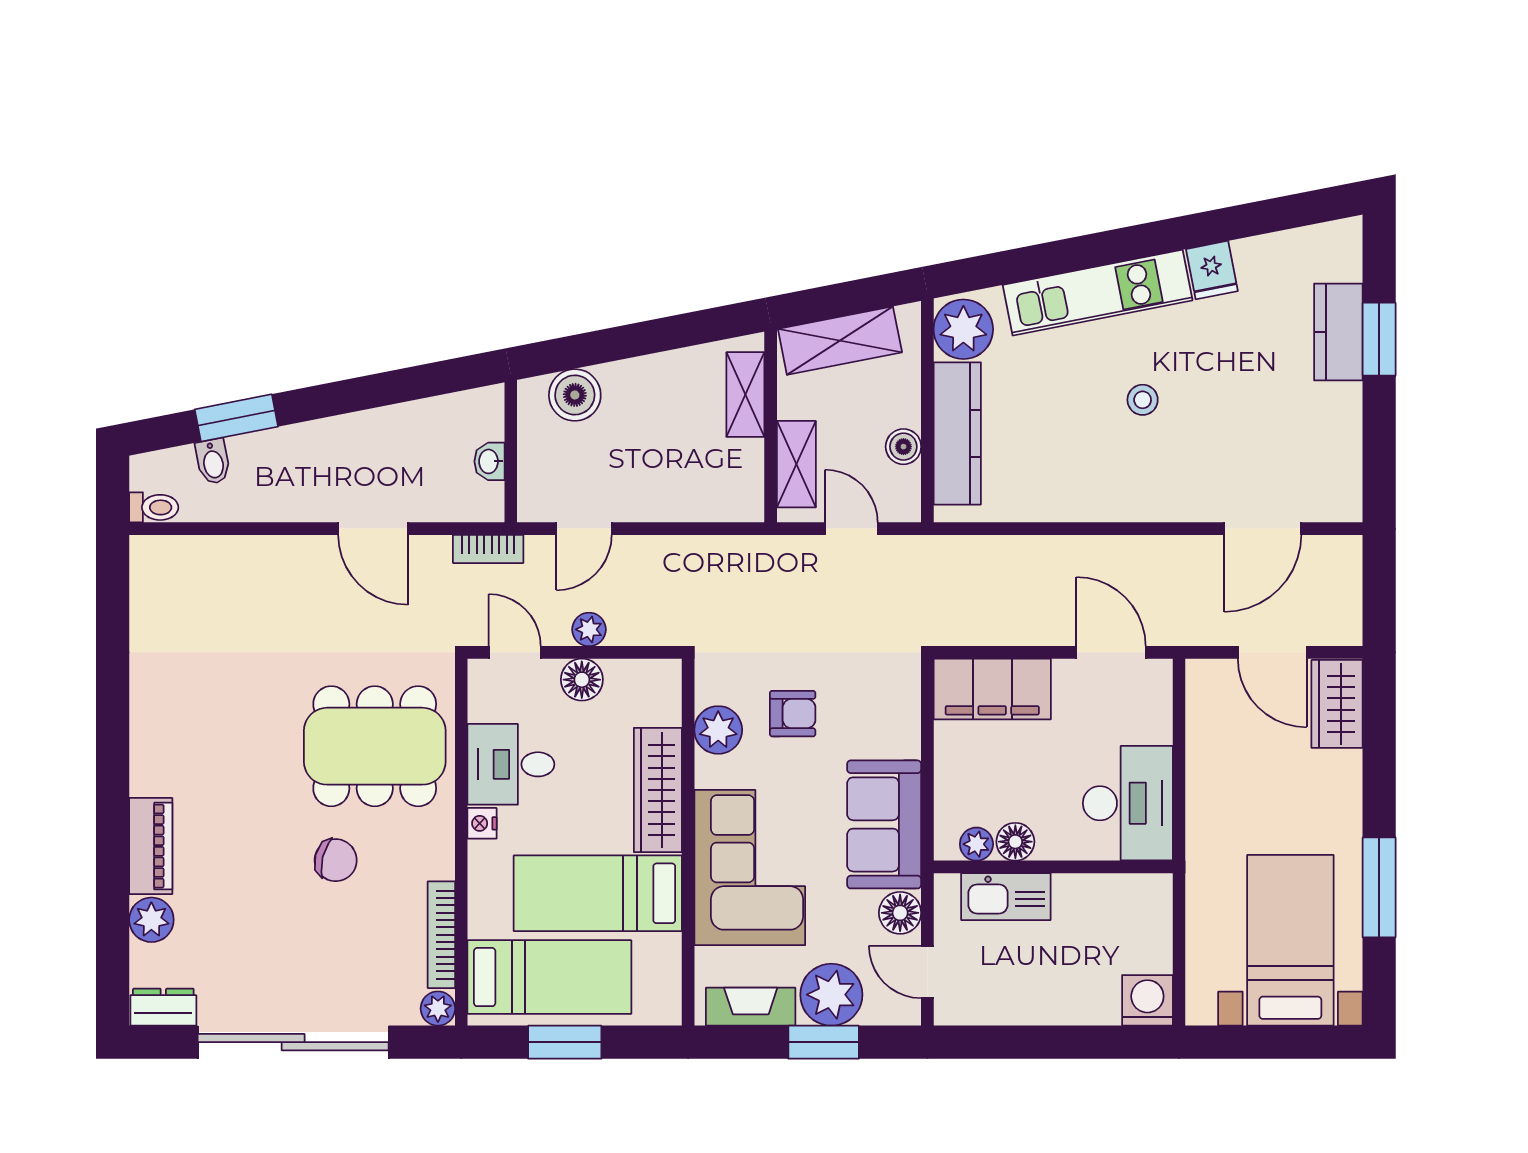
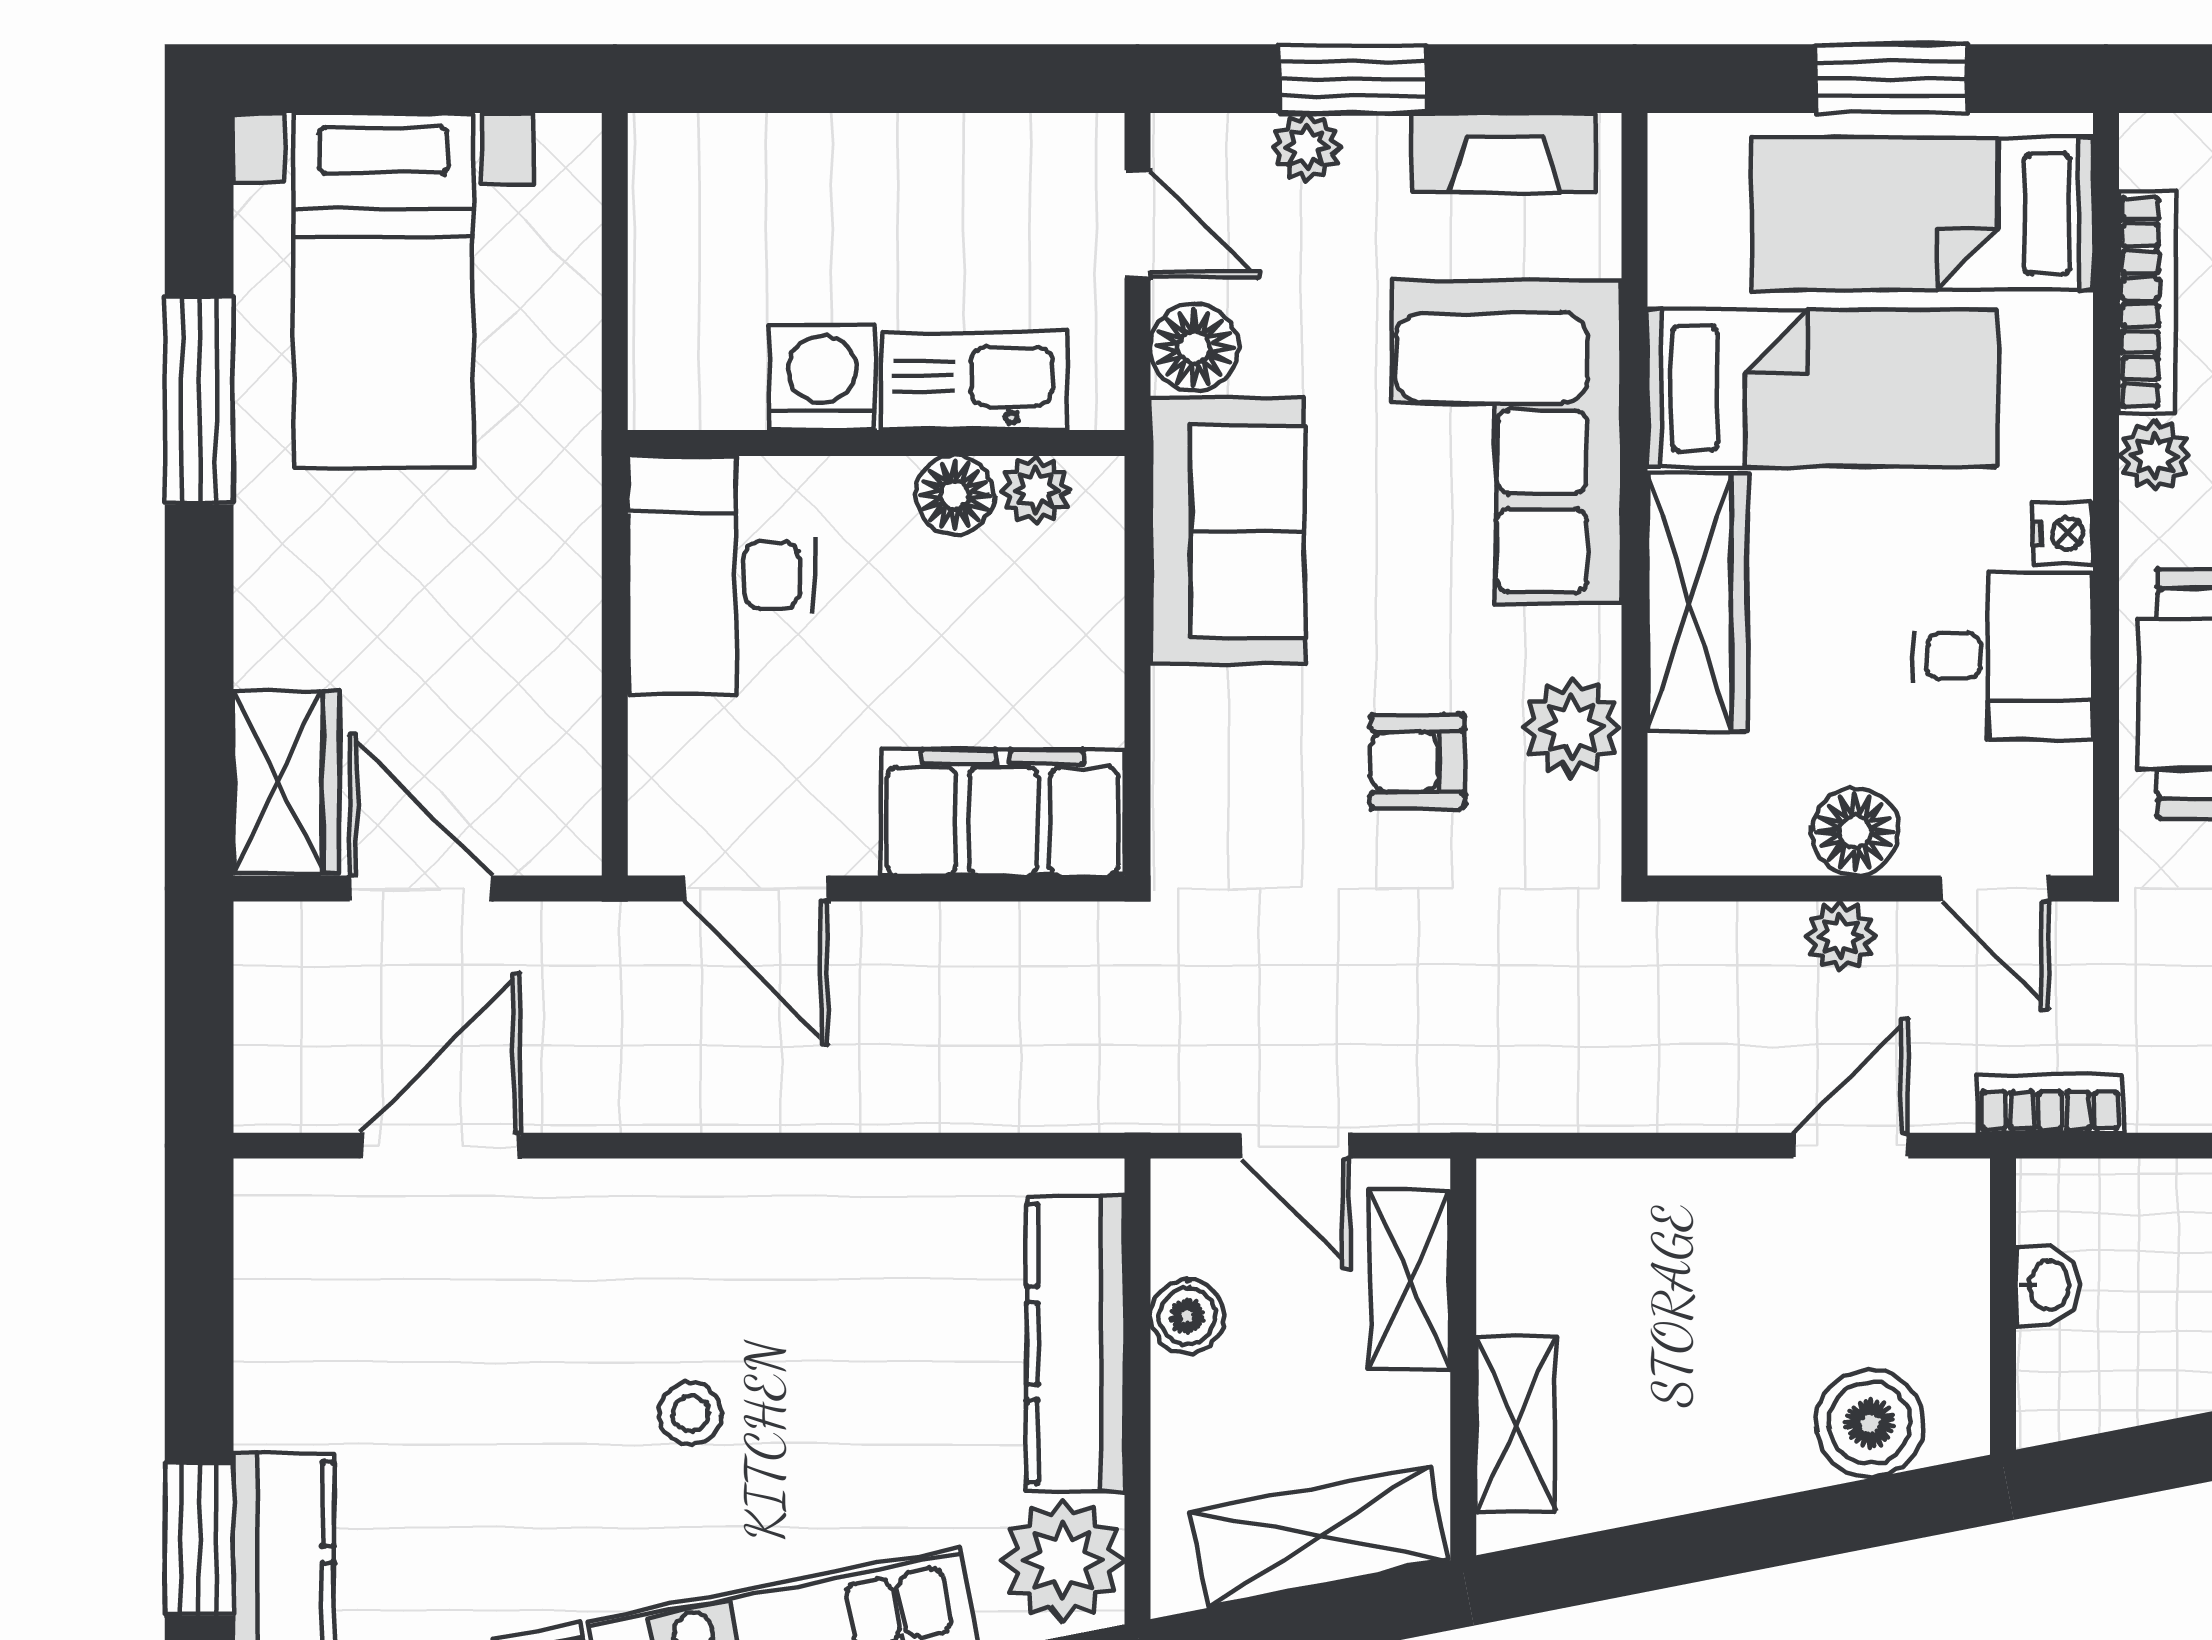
plant: (831, 995) -> (1307, 147), width x0.53, depth x0.53
washing machine: (1147, 1000) -> (822, 377), moved, turned 180
plant: (438, 1009) -> (2154, 456), moved

